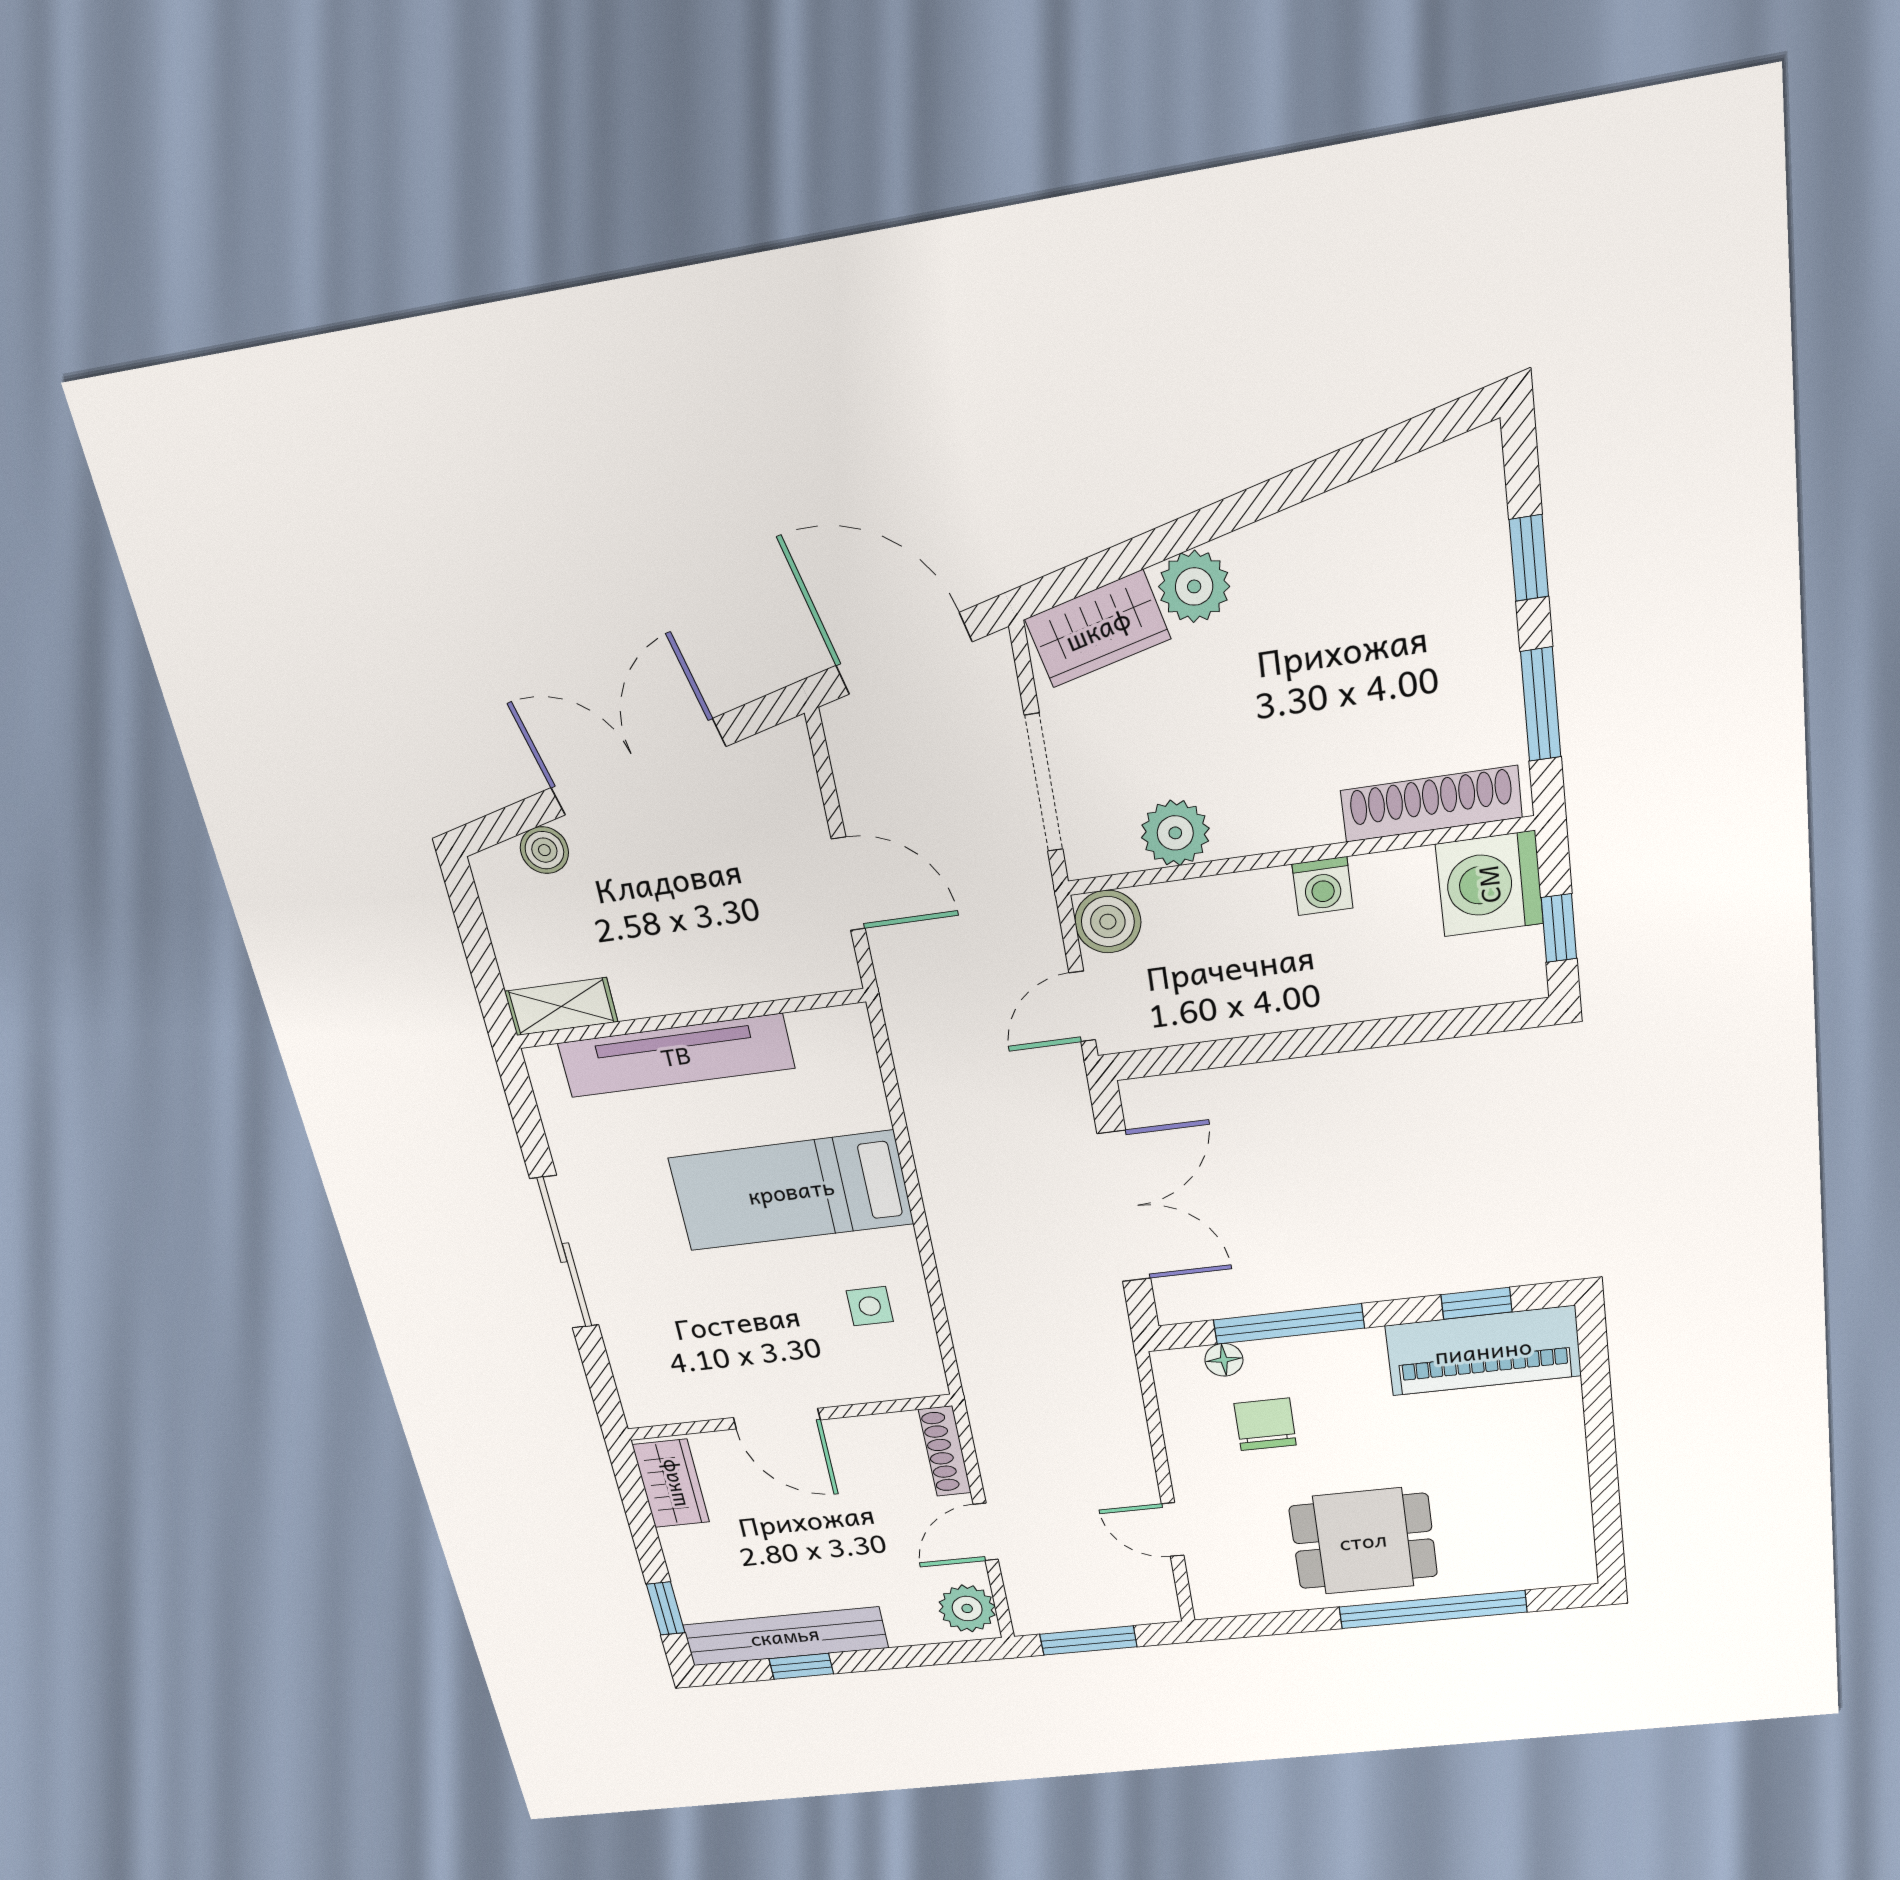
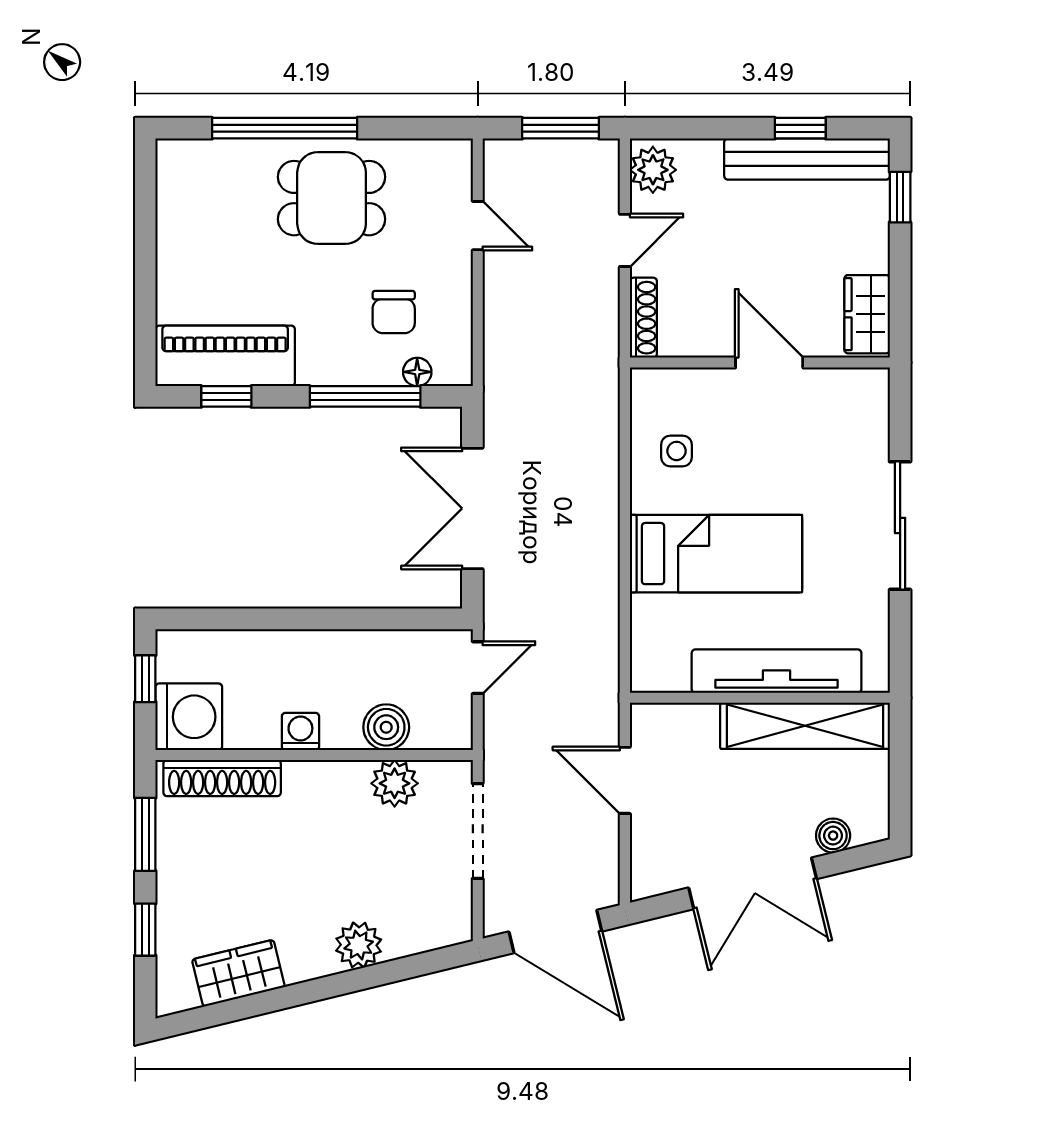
wardrobe: (1098, 629) -> (238, 973), moved
boiler: (1108, 922) -> (386, 727), moved
shelving: (561, 1007) -> (805, 726), width x2.20, depth x1.33

